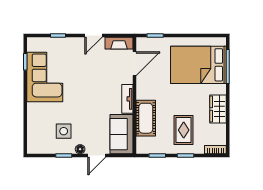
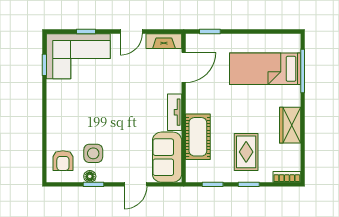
bed: (198, 65) -> (265, 69), width x0.67
corner sofa: (45, 77) -> (78, 56), moved, turned 90
armchair: (40, 137) -> (63, 161), added
floor lamp: (80, 149) -> (90, 176), moved

